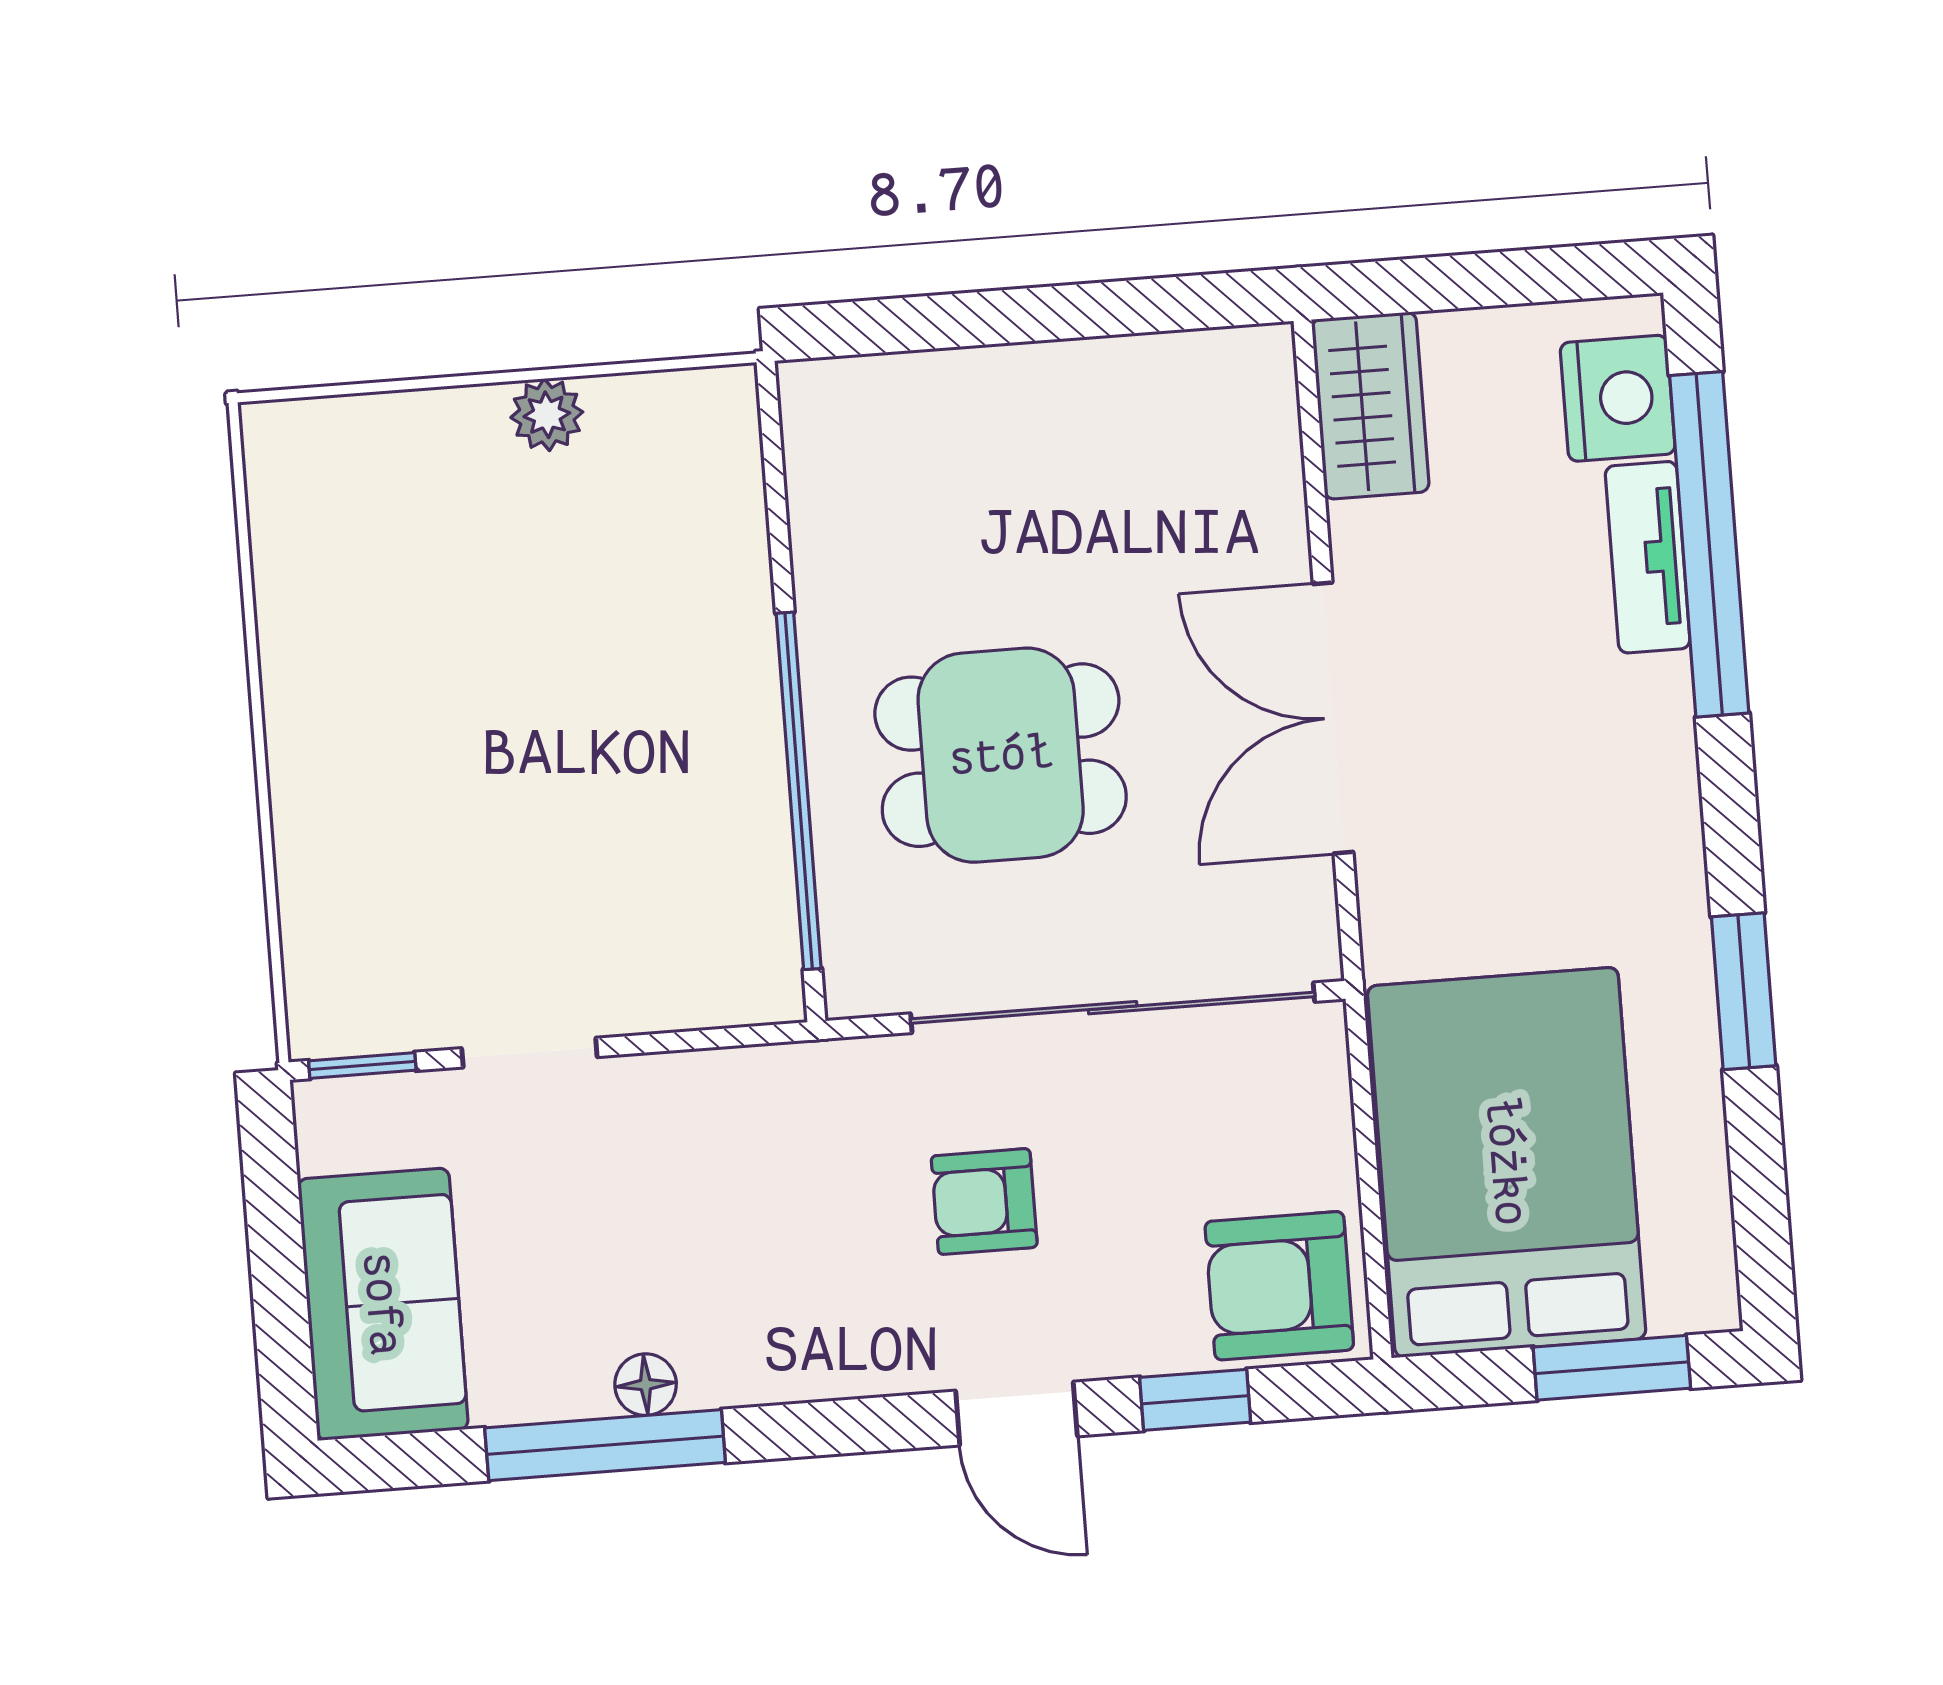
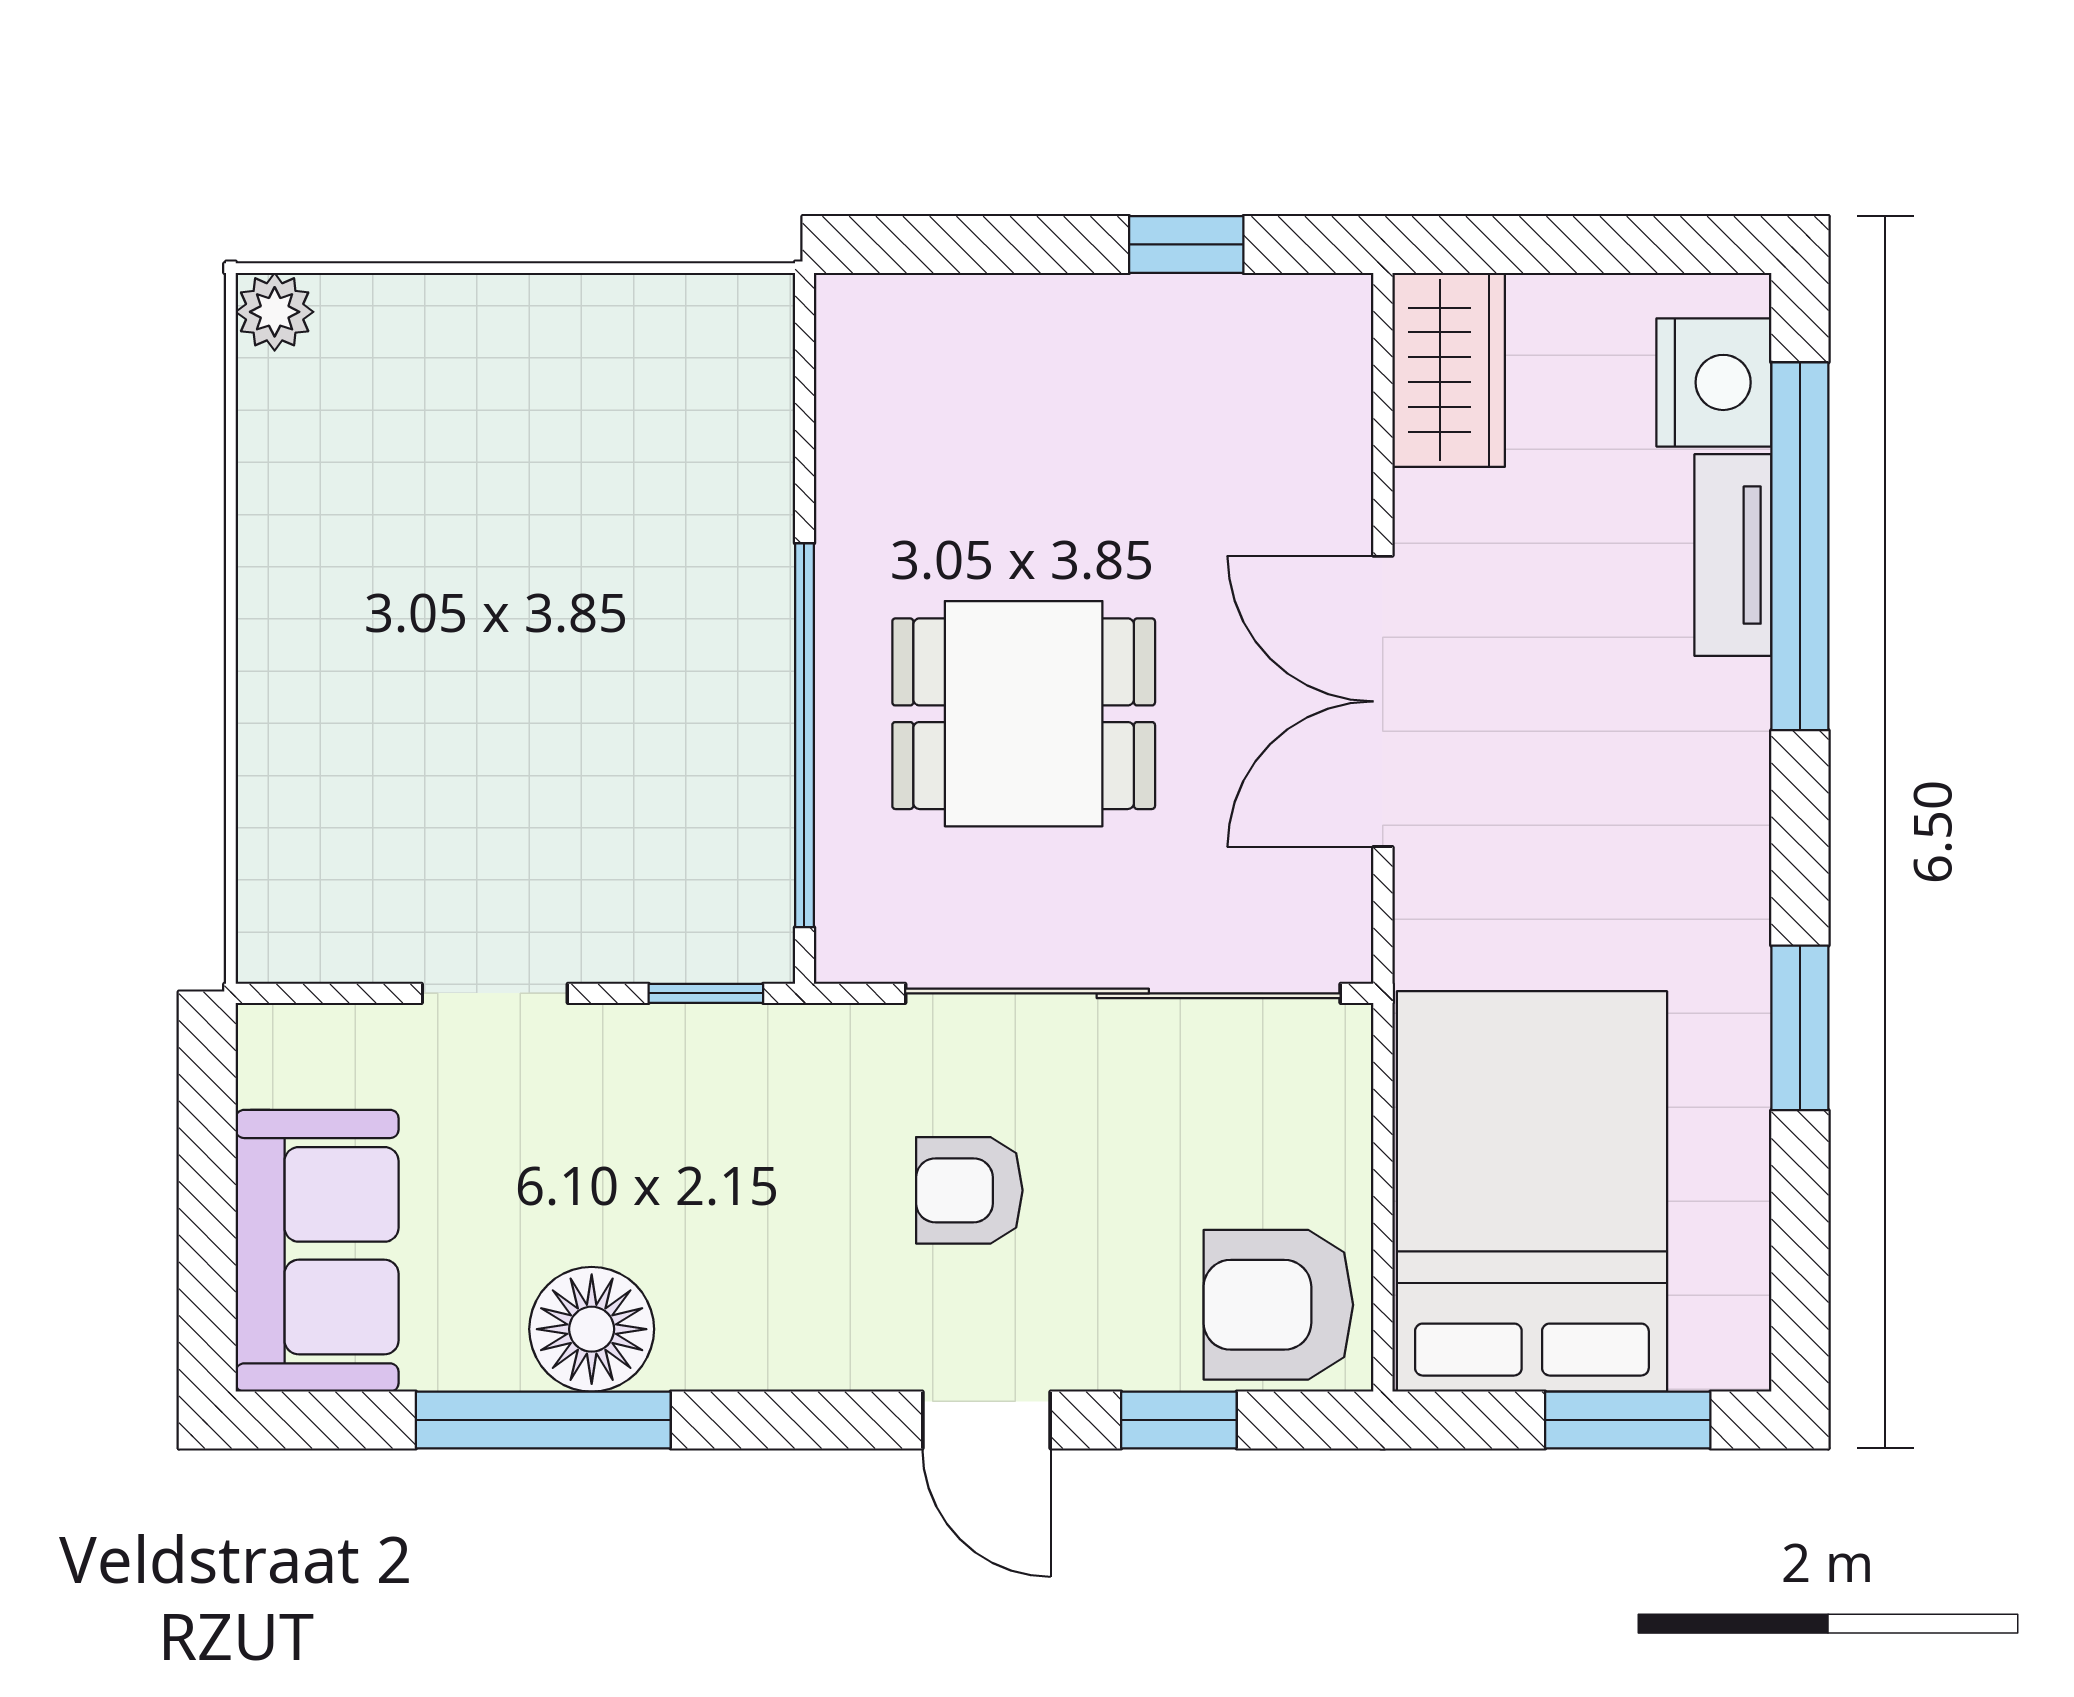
window: (1118, 308) -> (1186, 244), added
plant: (547, 415) -> (275, 312), moved
window: (362, 1065) -> (706, 993), moved
floor lamp: (646, 1385) -> (592, 1329), width x1.89, depth x1.89

